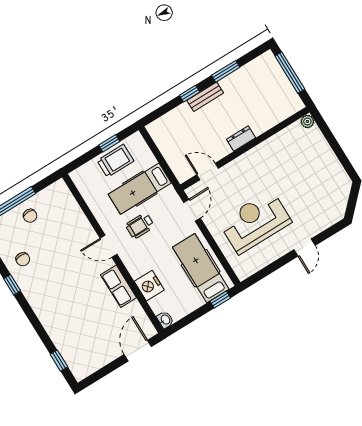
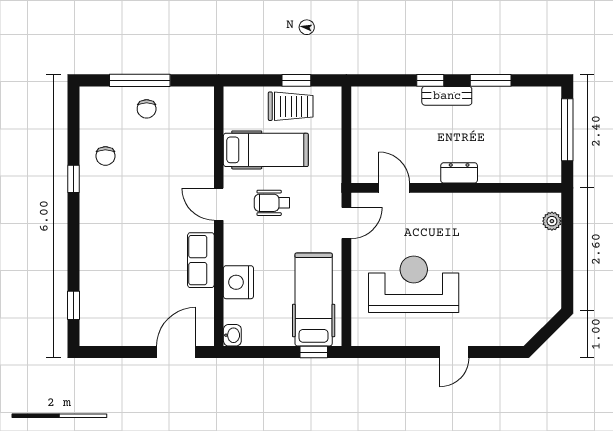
plant: (307, 121) -> (552, 221), moved
hospital bed: (140, 189) -> (266, 150), moved, turned 180

